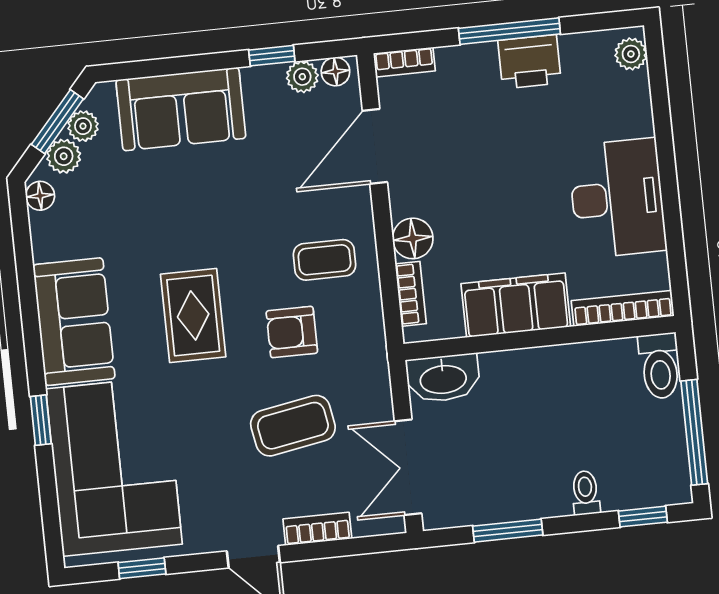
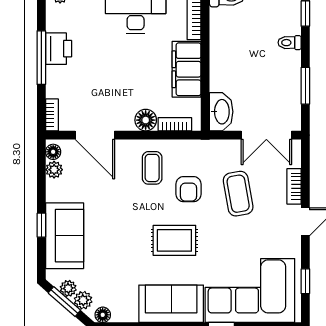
window: (272, 56) -> (41, 225), moved

